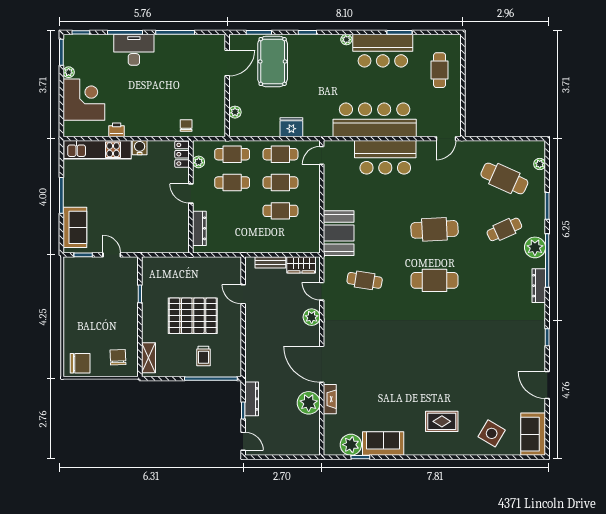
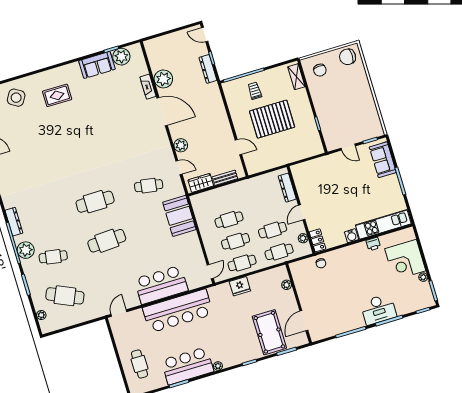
door: (191, 193) -> (302, 212), swing flipped
cafe table: (504, 229) -> (53, 257), turned 33

